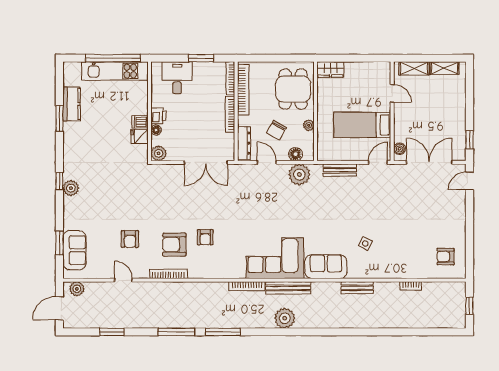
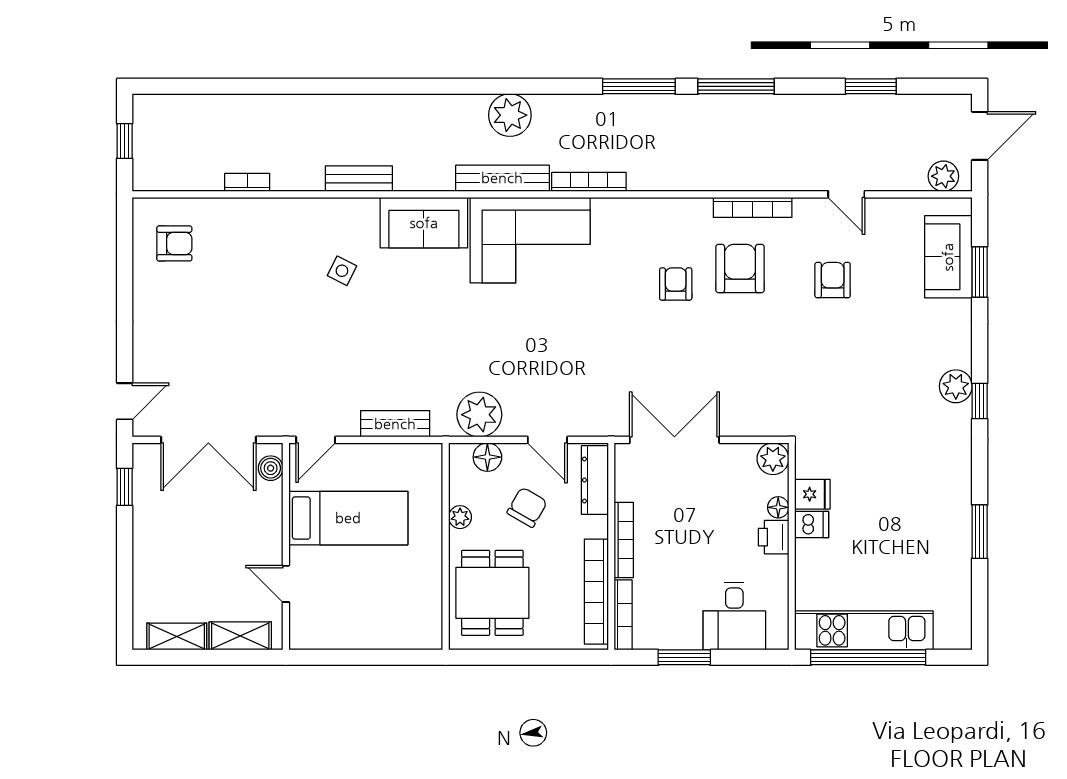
wardrobe: (330, 69) -> (415, 634), removed
kitchen counter: (72, 104) -> (954, 562), removed
armchair: (174, 245) -> (740, 268), turned -90

